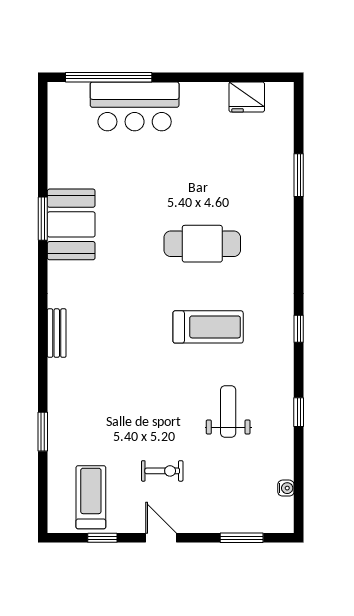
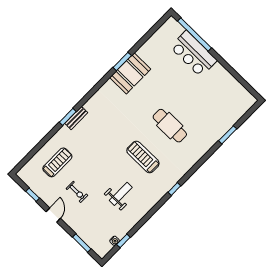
fridge: (247, 97) -> (236, 89), removed
treadmill: (208, 327) -> (143, 157), turned 180
bench: (57, 333) -> (76, 118), moved
window: (299, 412) -> (123, 241), moved
window: (43, 432) -> (68, 117), moved
treadmill: (91, 497) -> (57, 162), moved

